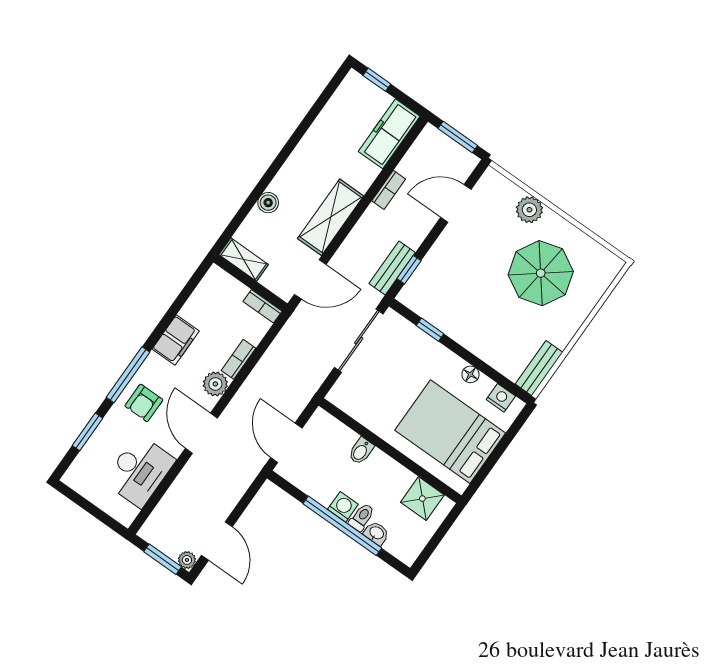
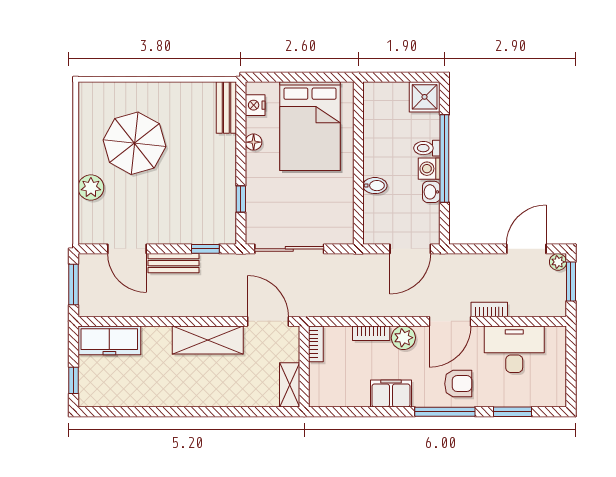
bookcase: (389, 190) -> (489, 310), moved
boiler: (268, 203) -> (231, 397), removed
bench: (392, 268) -> (174, 263), moved
bench: (539, 368) -> (226, 108), moved, turned 90
shower: (422, 499) -> (425, 97), moved
washbasin: (376, 533) -> (431, 192), moved

